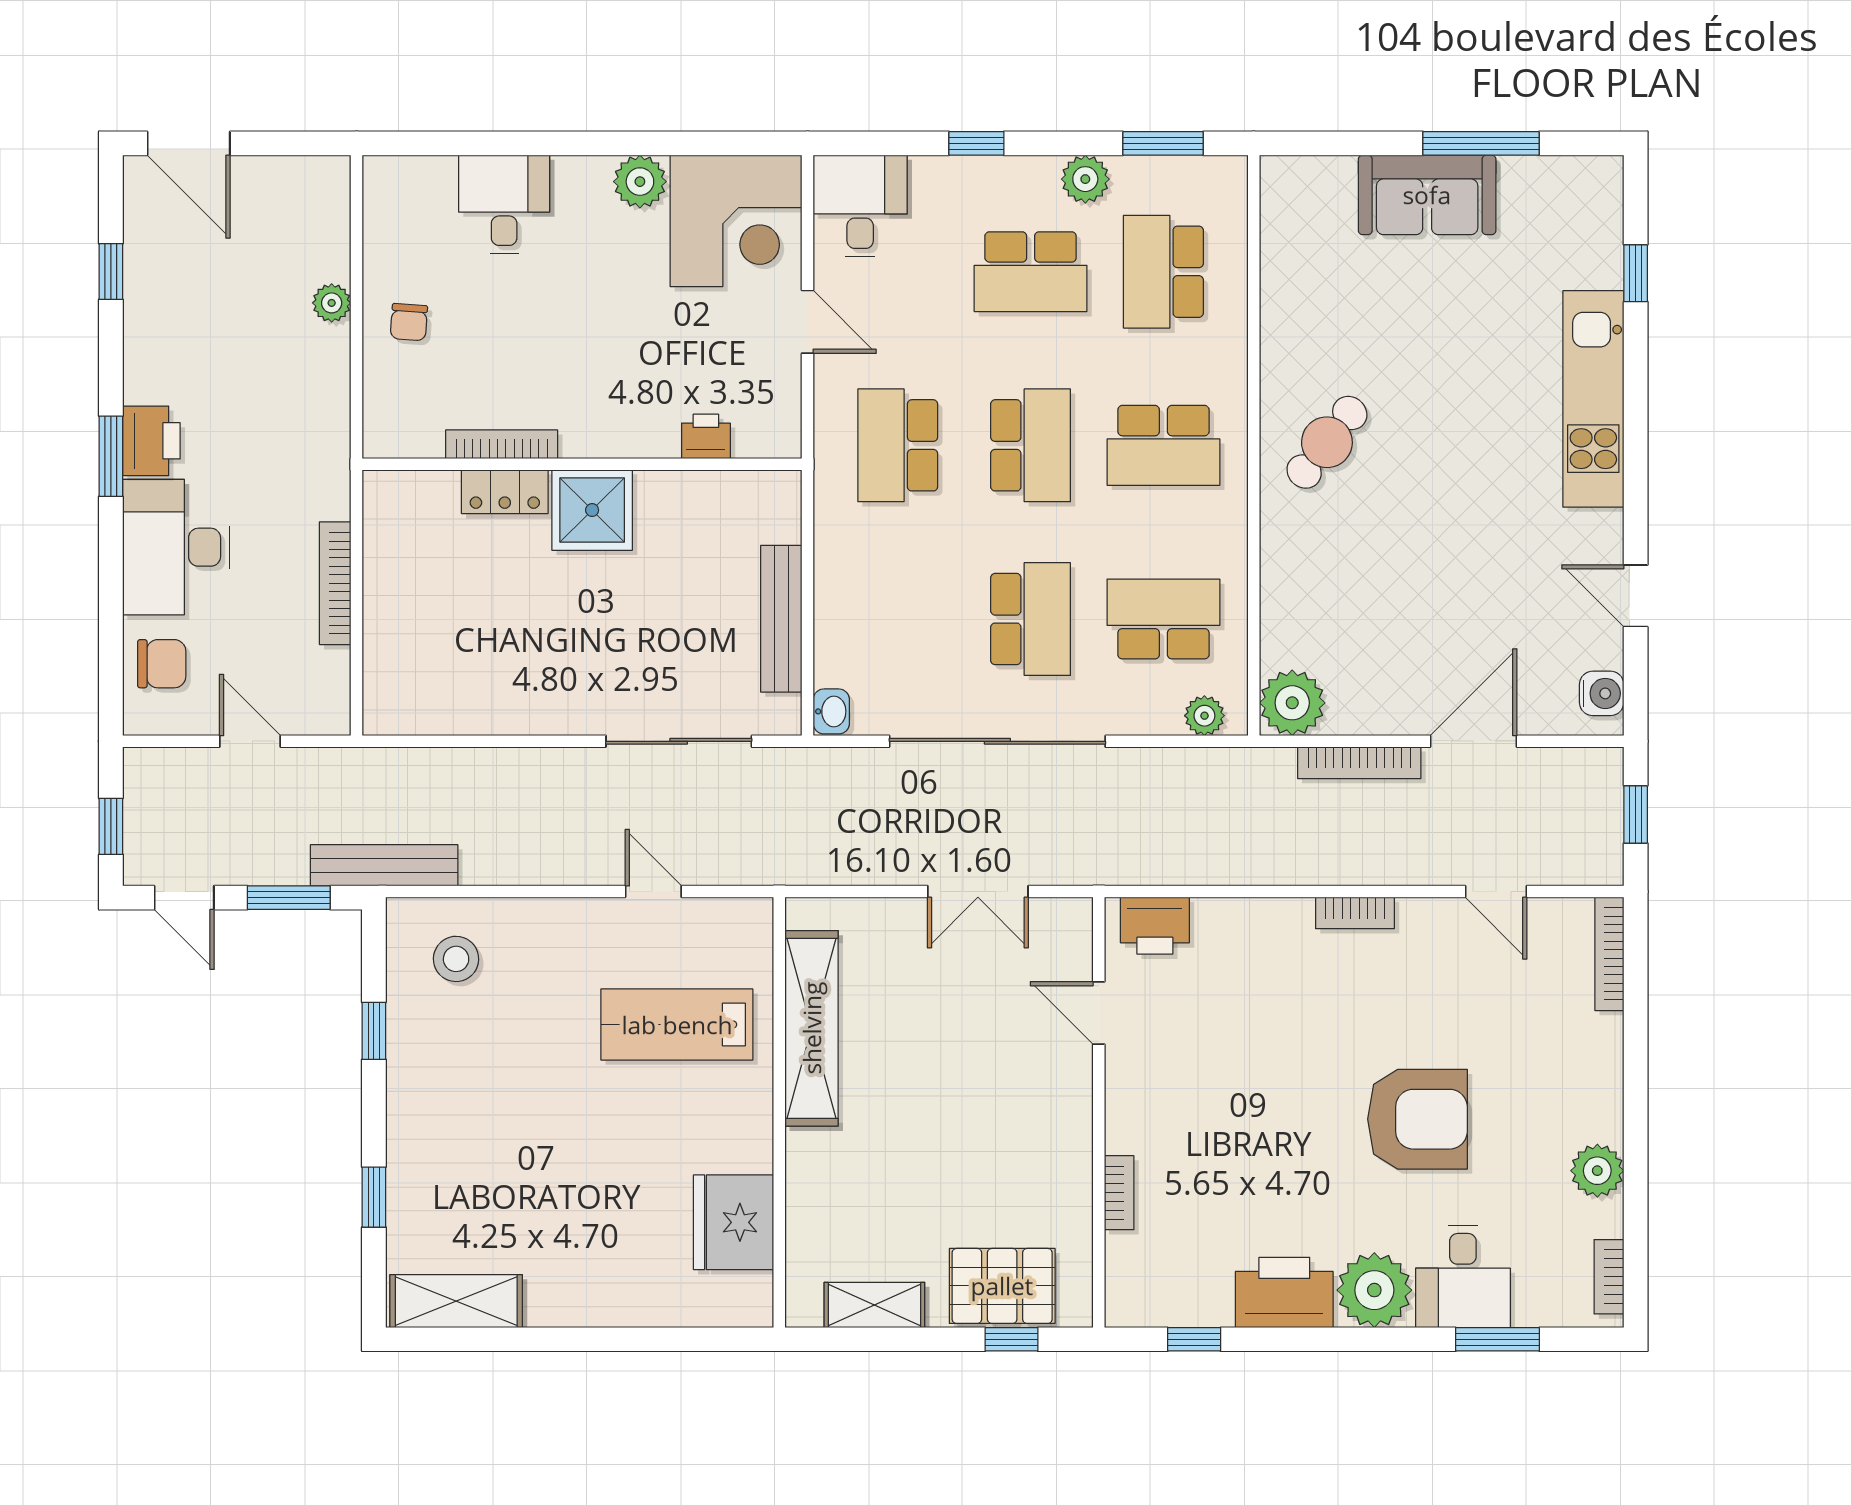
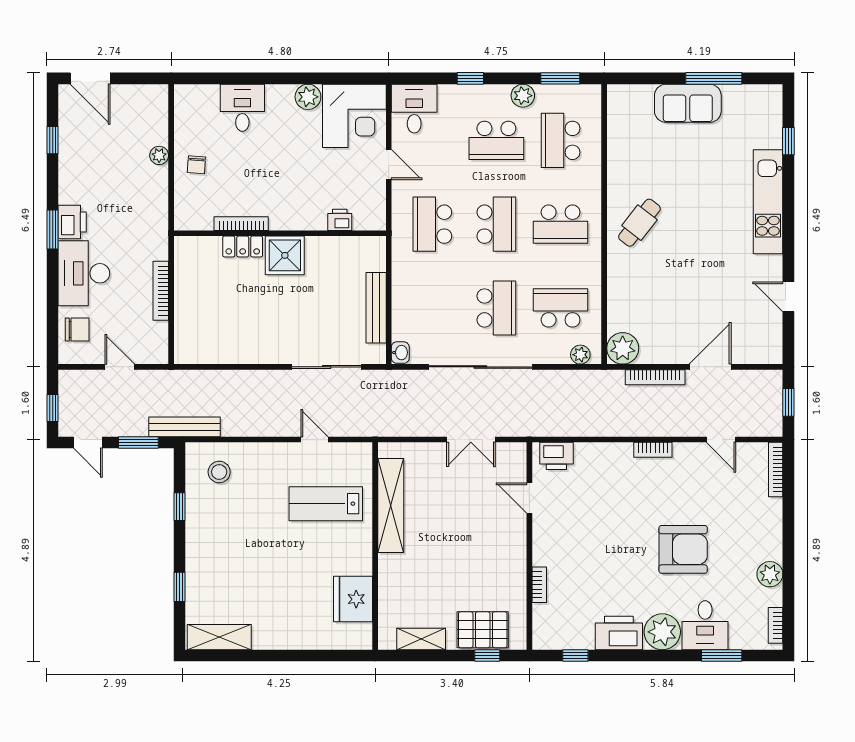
water cooler: (1602, 693) -> (772, 344), removed

